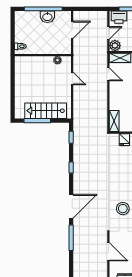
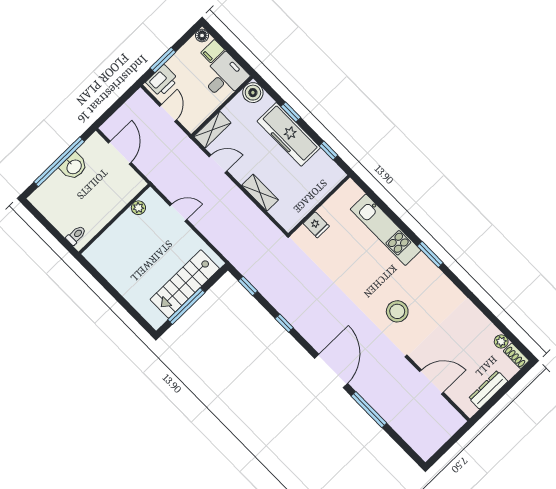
plant: (115, 45) -> (191, 121), removed
shelving: (114, 121) -> (260, 193), moved

